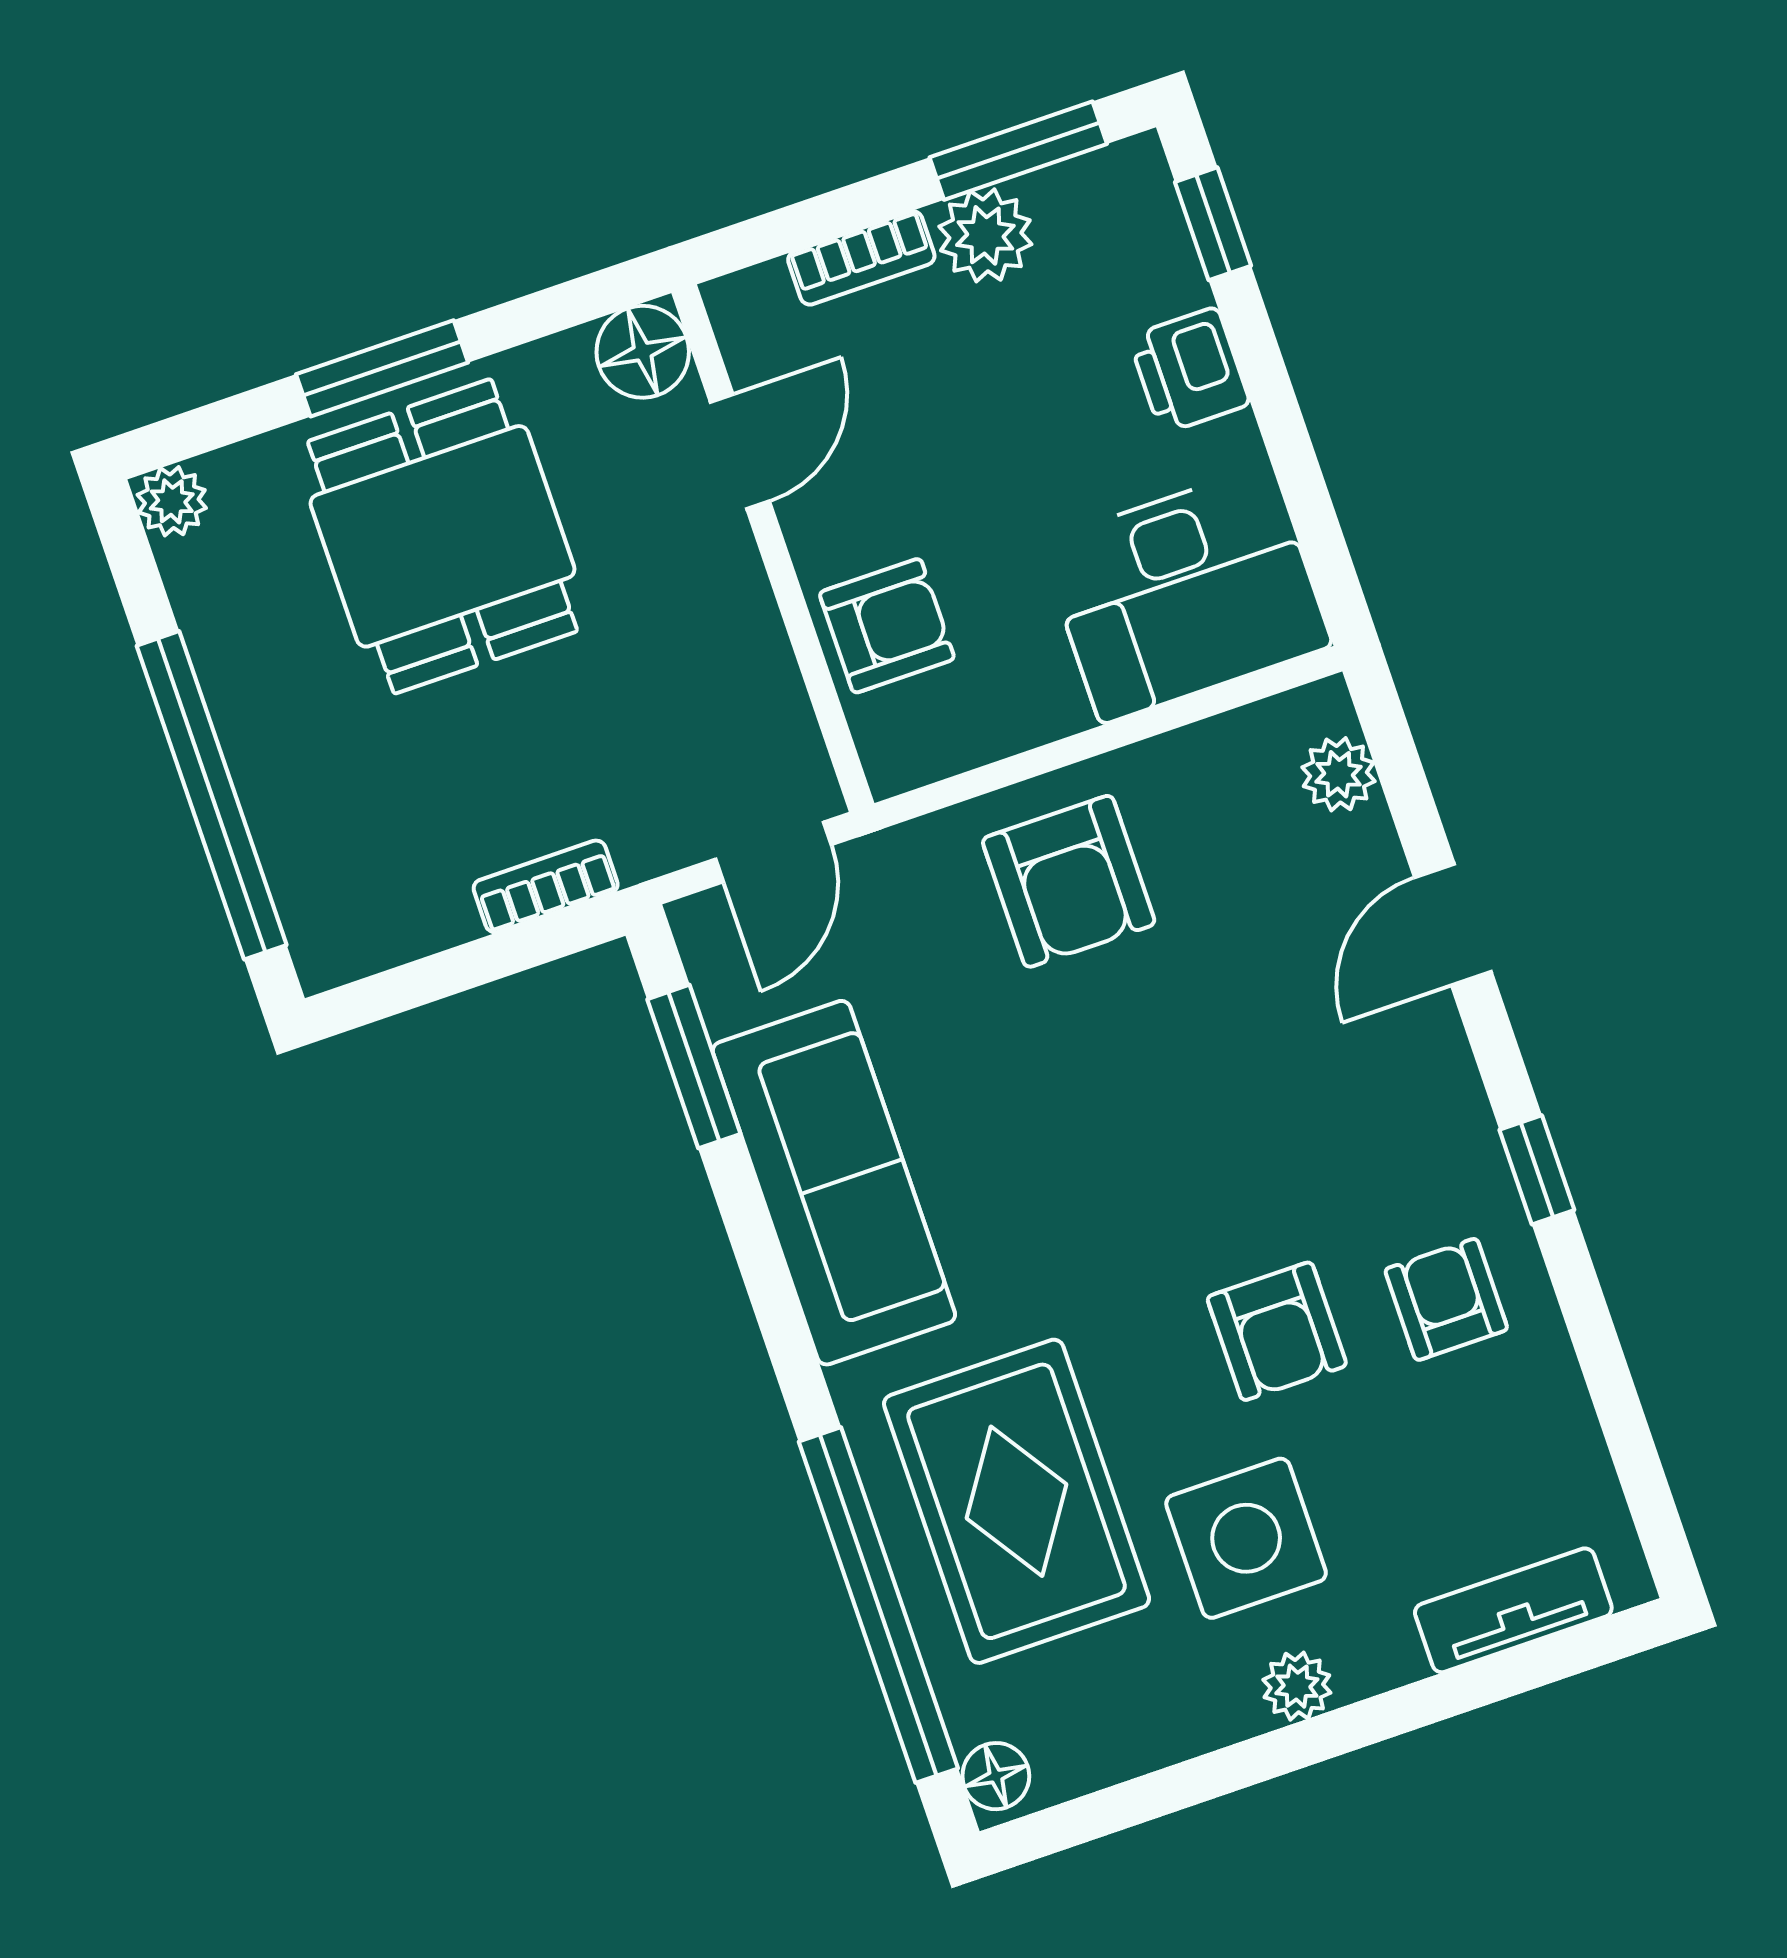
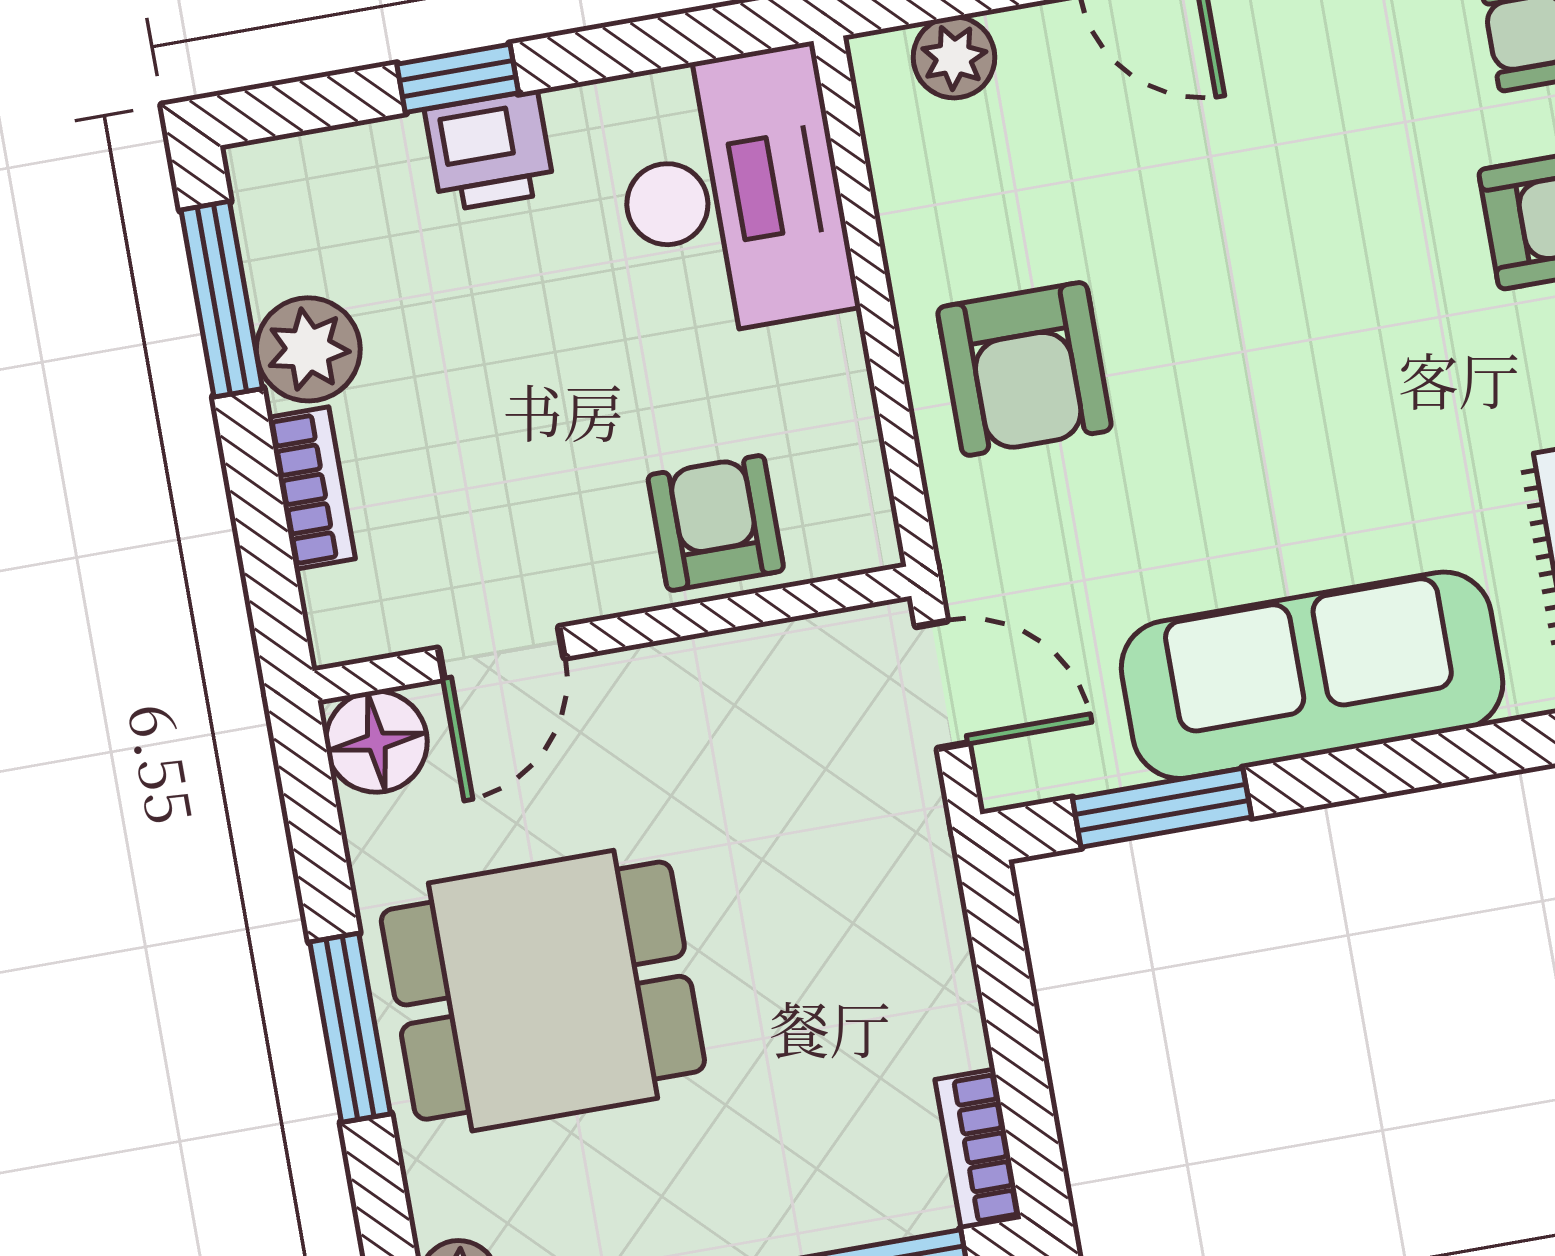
window: (1213, 224) -> (458, 78), moved
door: (740, 451) -> (501, 653), swing flipped
armchair: (1069, 881) -> (1024, 369), turned 90
bookcase: (546, 886) -> (978, 1149), moved

